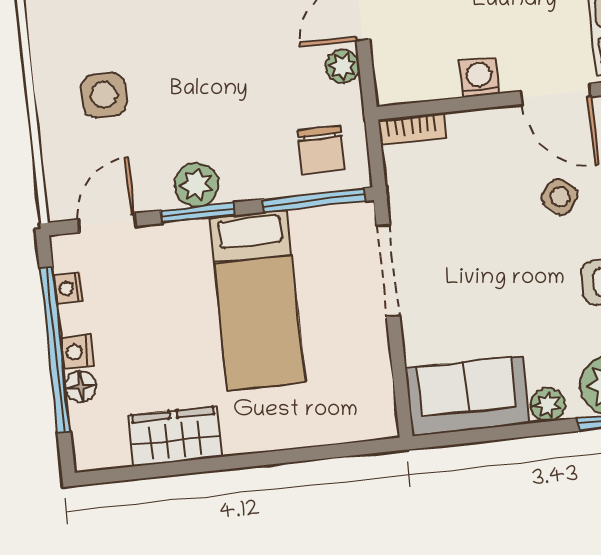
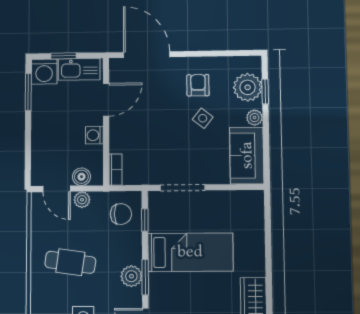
cafe table: (212, 56) -> (70, 262), added
boiler: (390, 60) -> (81, 177), added
side table: (560, 197) -> (203, 118), moved
window: (314, 200) -> (145, 220), width x0.46

